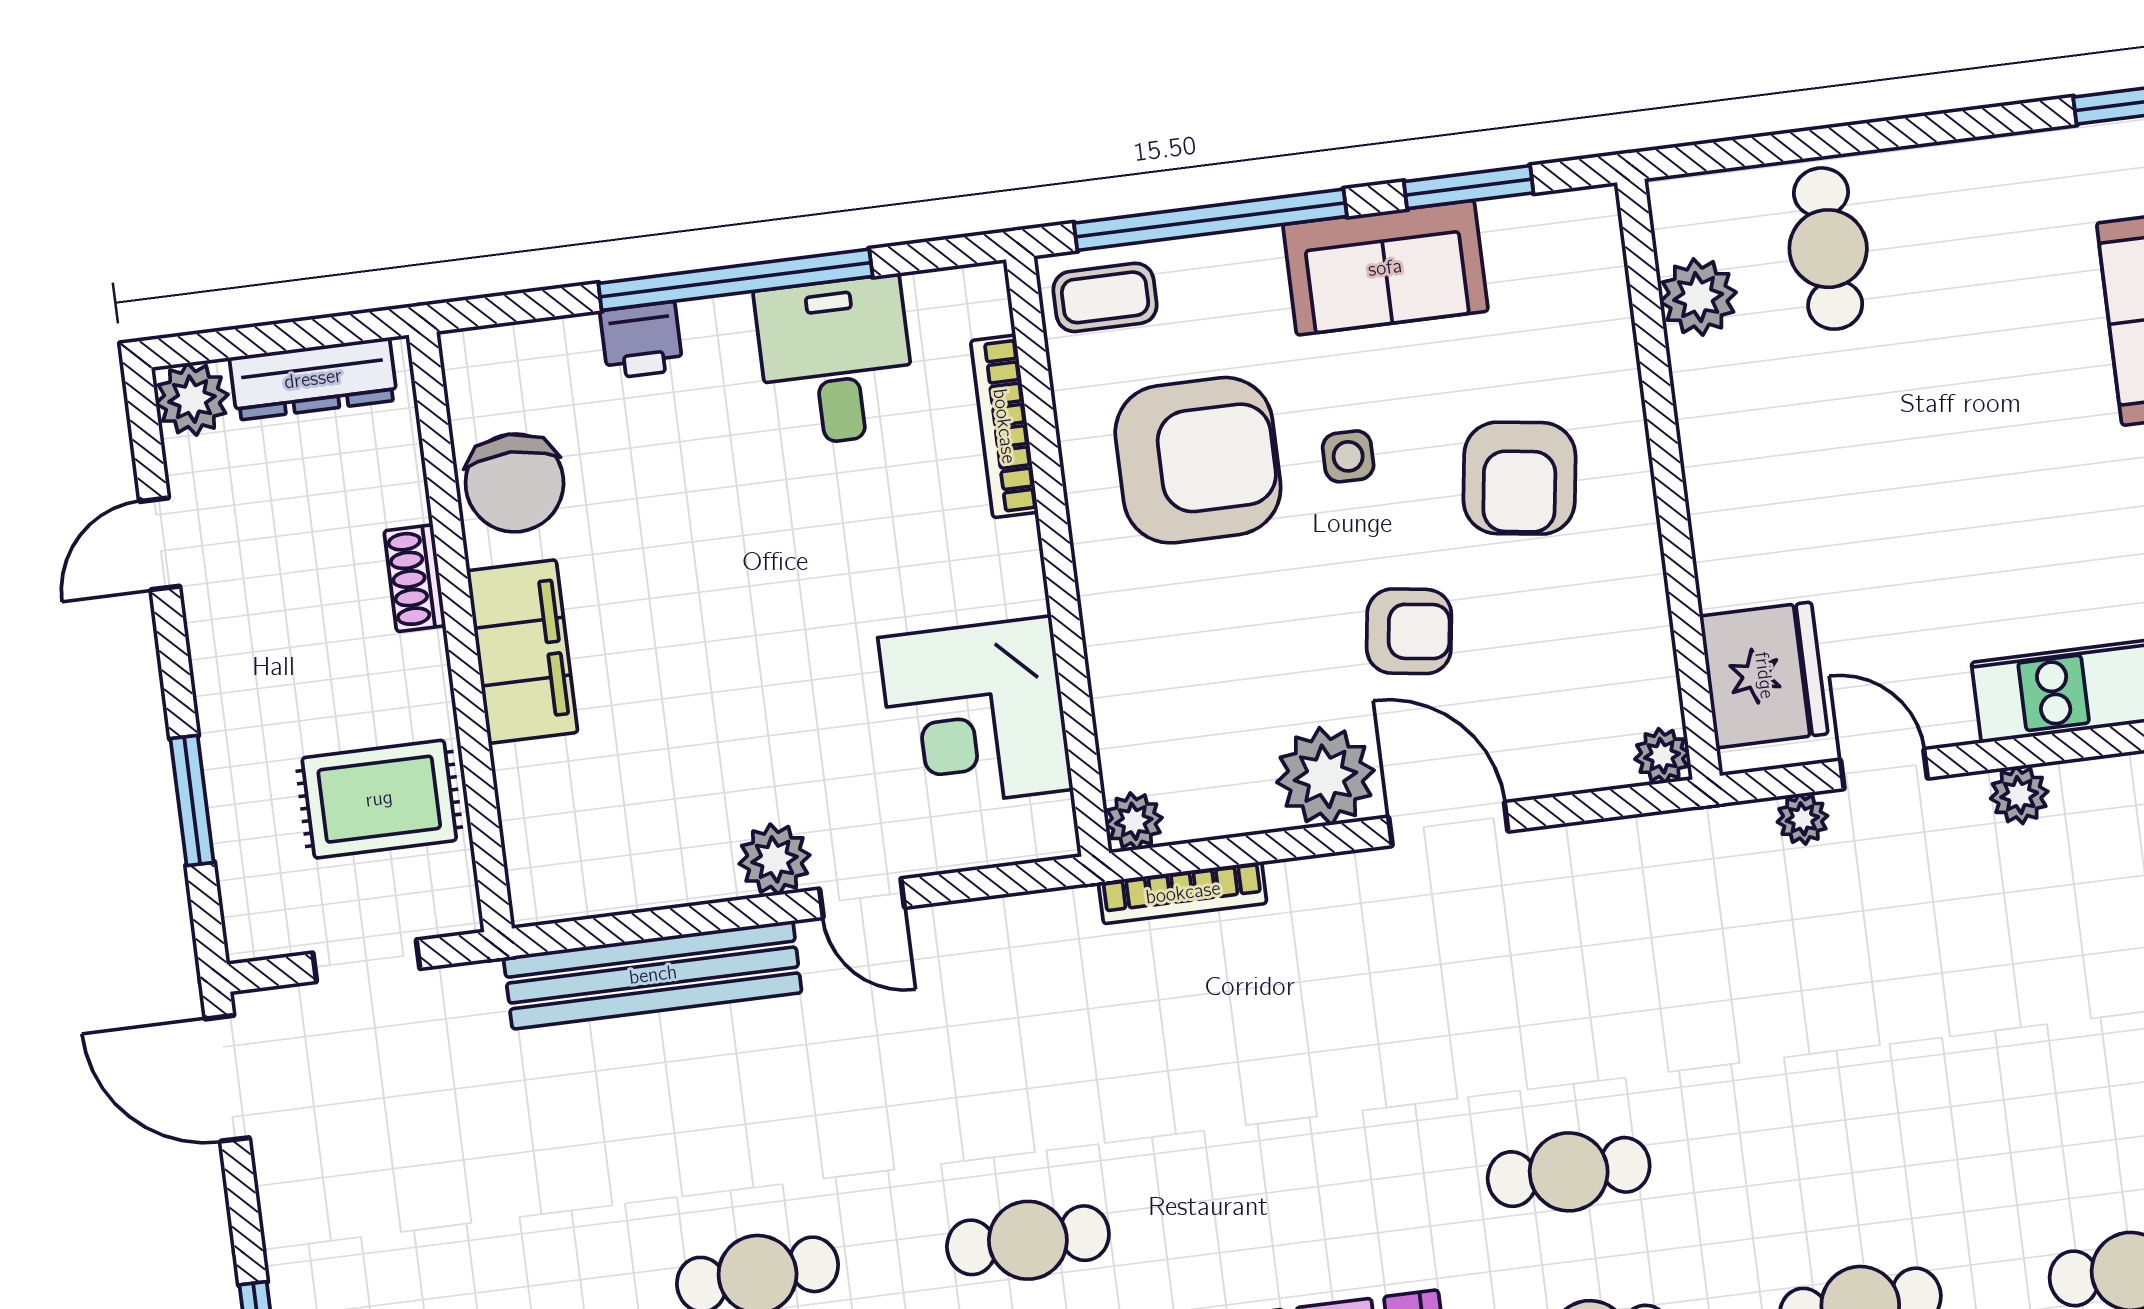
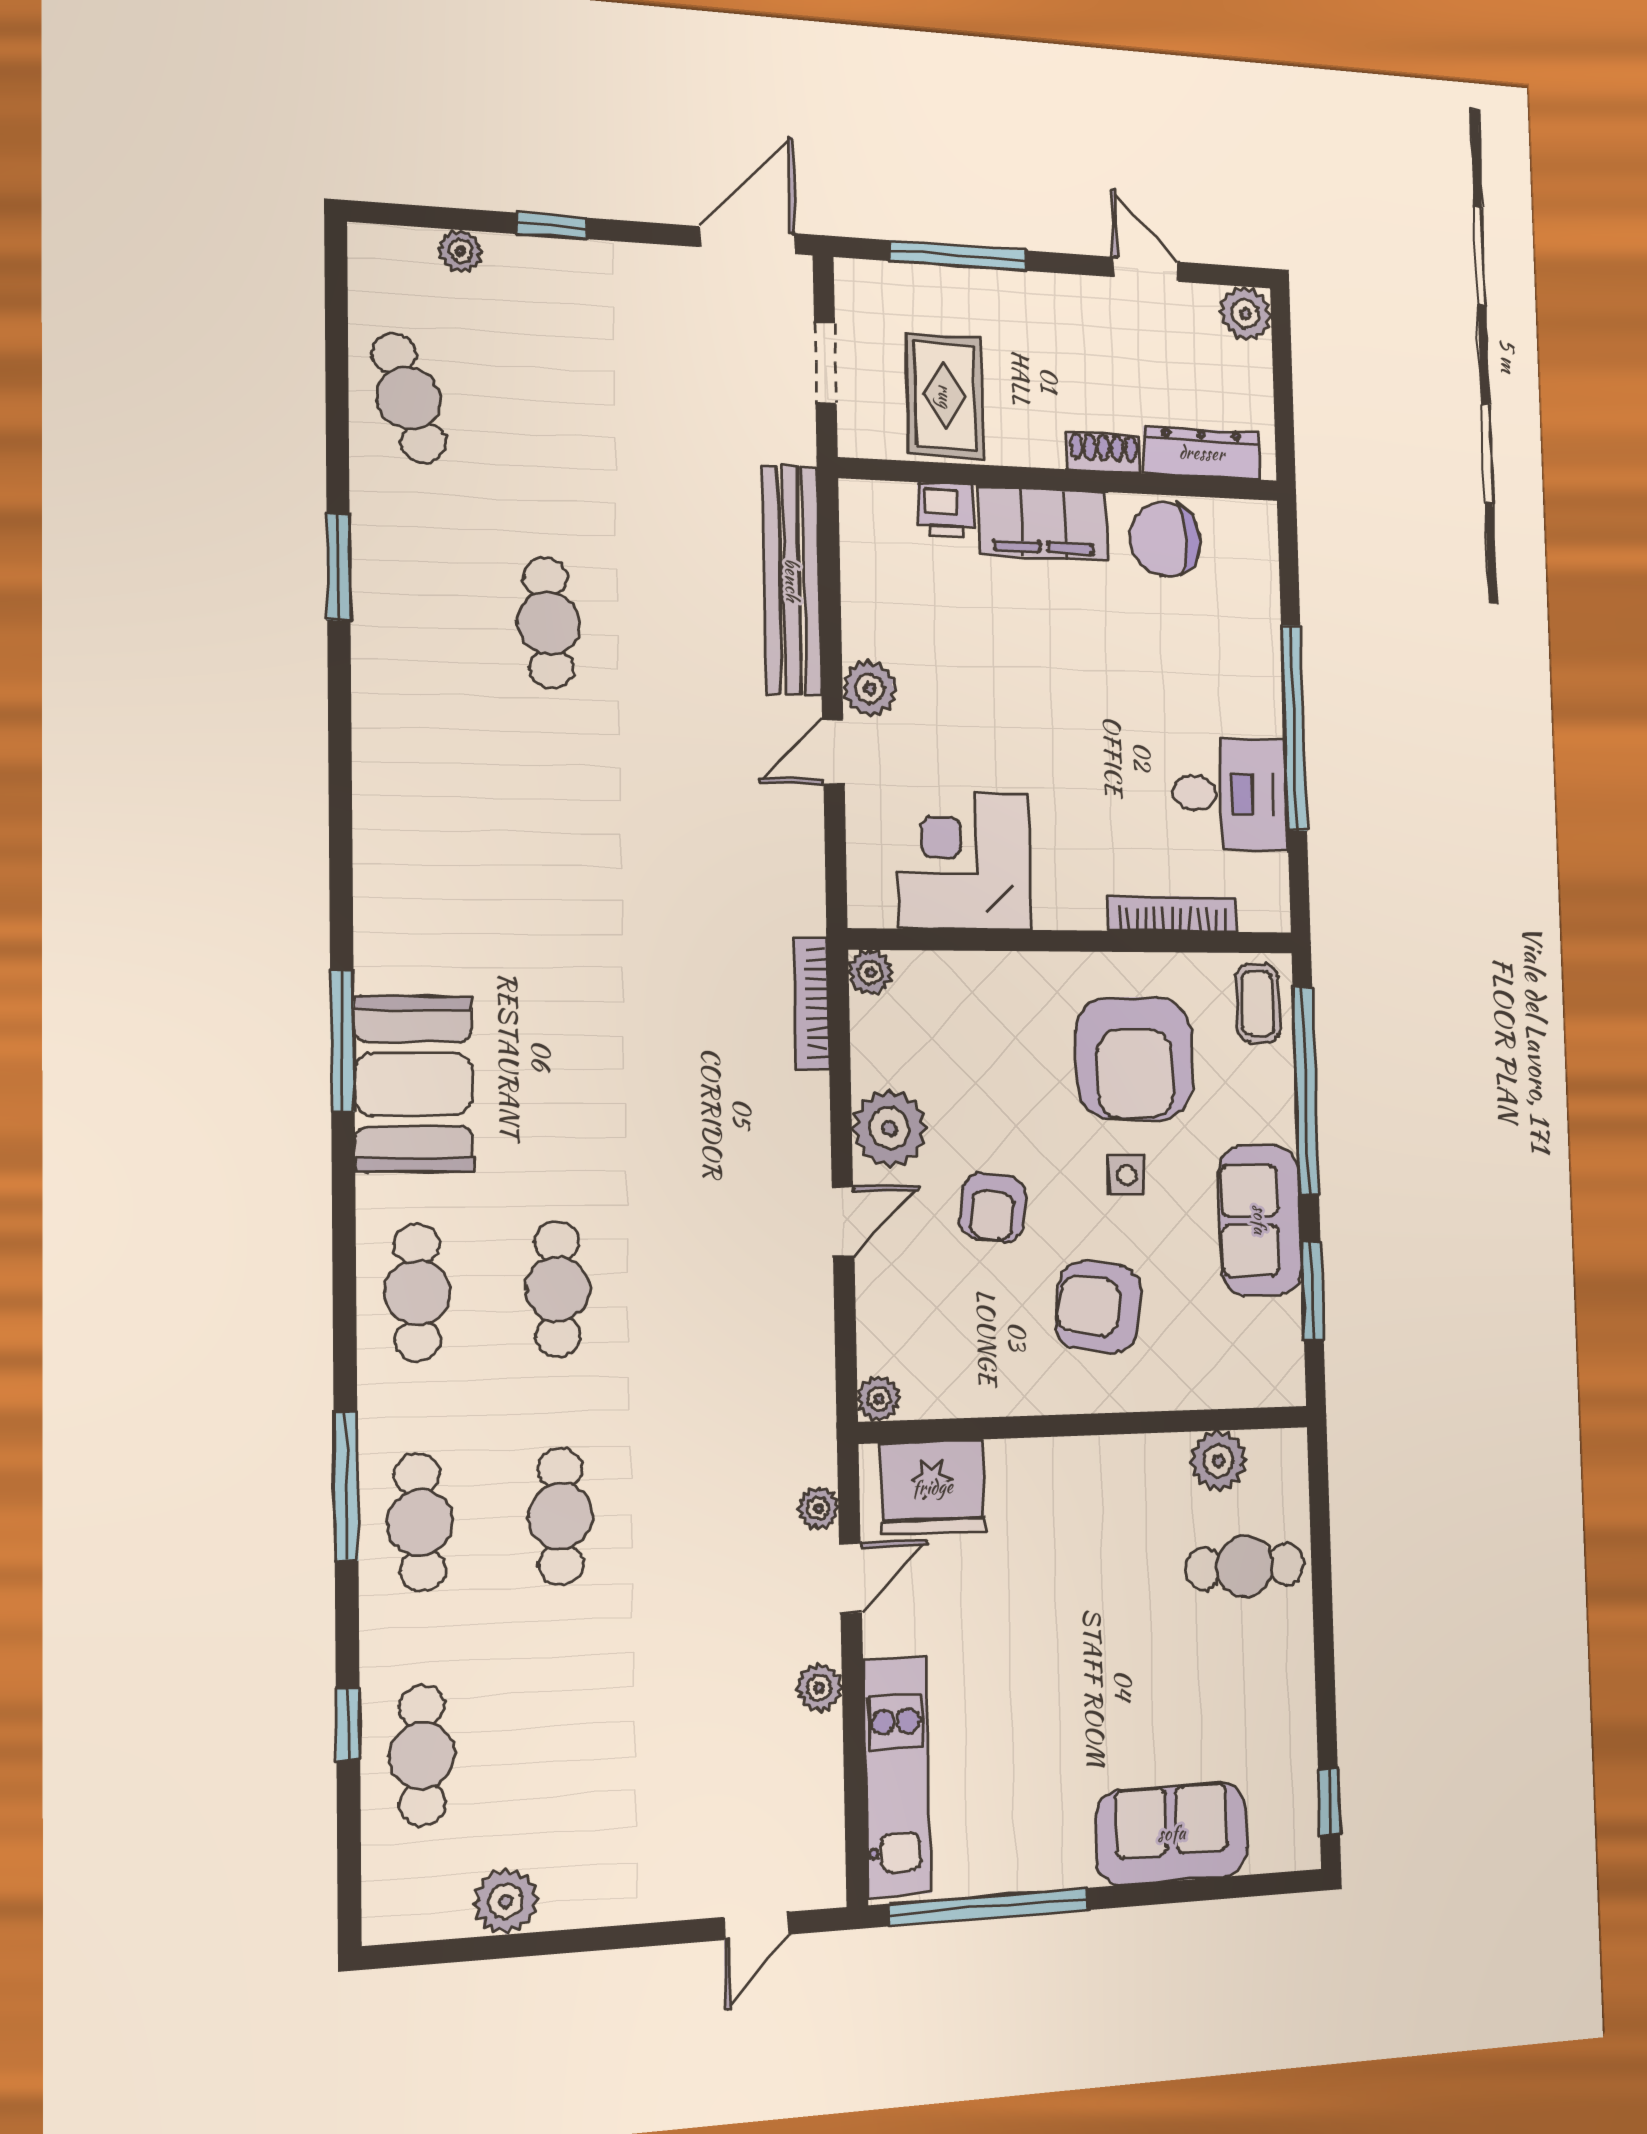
printer: (641, 340) -> (946, 510), moved, turned -90
dresser: (313, 379) -> (1202, 453), moved, turned 90
window: (192, 800) -> (958, 256), width x1.44
door: (1448, 824) -> (843, 1222), width x0.73
cafe table: (1028, 1240) -> (561, 1516), moved

